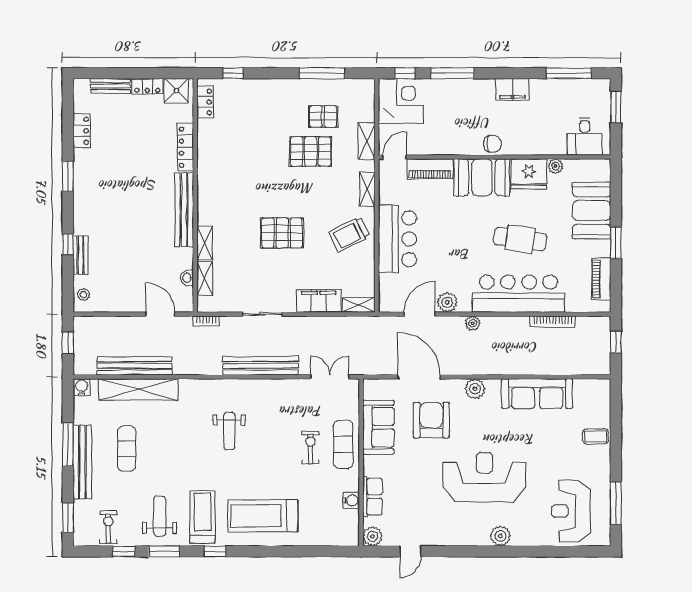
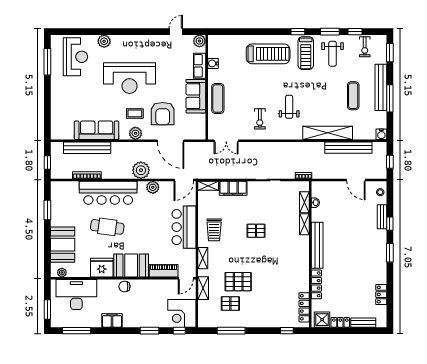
window: (452, 73) -> (150, 331), width x0.69
locker: (205, 102) -> (304, 307), width x1.53
desk: (585, 137) -> (76, 294), width x1.87, depth x1.30
plant: (555, 166) -> (62, 273), moved
window: (68, 176) -> (390, 253), moved
pallet: (282, 233) -> (256, 231), width x0.67, depth x0.71
trolley: (349, 234) -> (214, 230), turned 117
window: (616, 243) -> (47, 210), moved
piano: (601, 279) -> (56, 202), removed
door: (160, 314) -> (356, 180), moved
door: (420, 314) -> (184, 180), moved
plant: (473, 323) -> (141, 170), width x1.87, depth x1.87
bench: (260, 366) -> (87, 148), moved
shelving: (138, 389) -> (328, 133), moved
sofa: (378, 427) -> (196, 96), moved
coffee table: (595, 436) -> (135, 113), moved
exercise bike: (310, 447) -> (260, 119), moved
plant: (500, 536) -> (104, 41), moved

